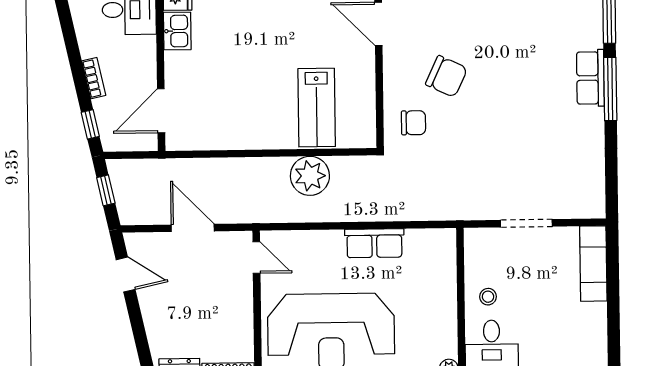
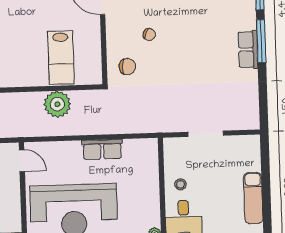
chair: (446, 76) -> (149, 34), width x0.54, depth x0.54
row of seats: (590, 78) -> (248, 49), moved
exam couch: (593, 264) -> (253, 198), moved

